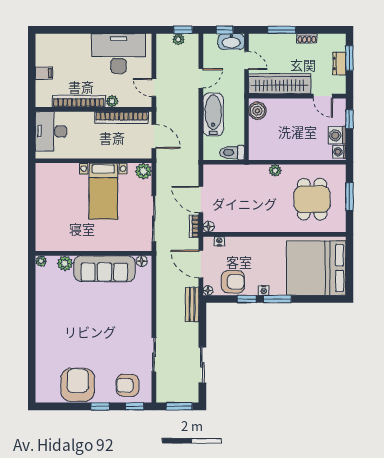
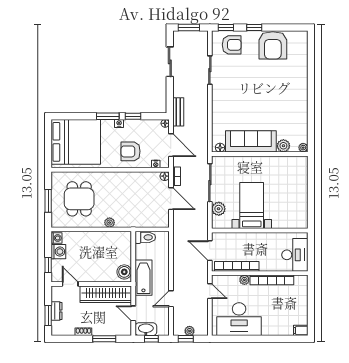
filing cabinet: (44, 73) -> (301, 330), moved
bathtub: (213, 114) -> (143, 278), moved, turned 180
plant: (143, 171) -> (219, 209), moved
armchair: (233, 282) -> (131, 151), moved

